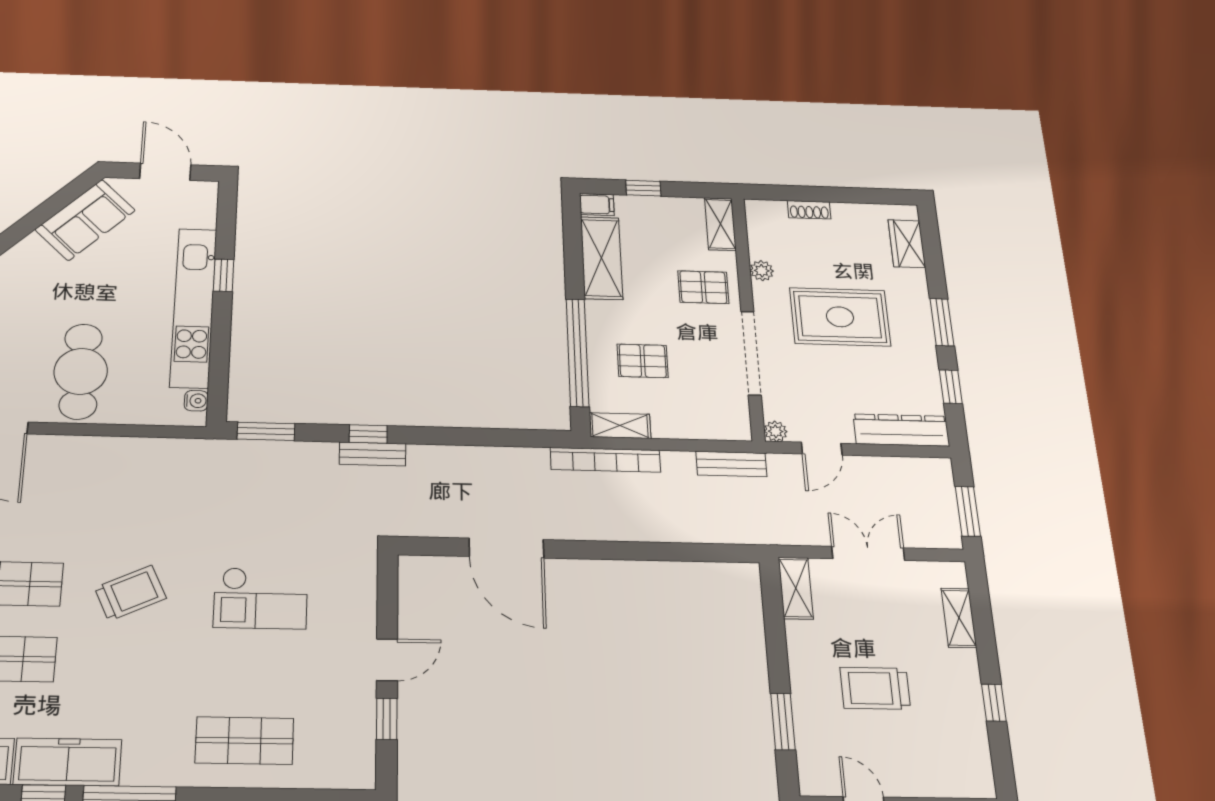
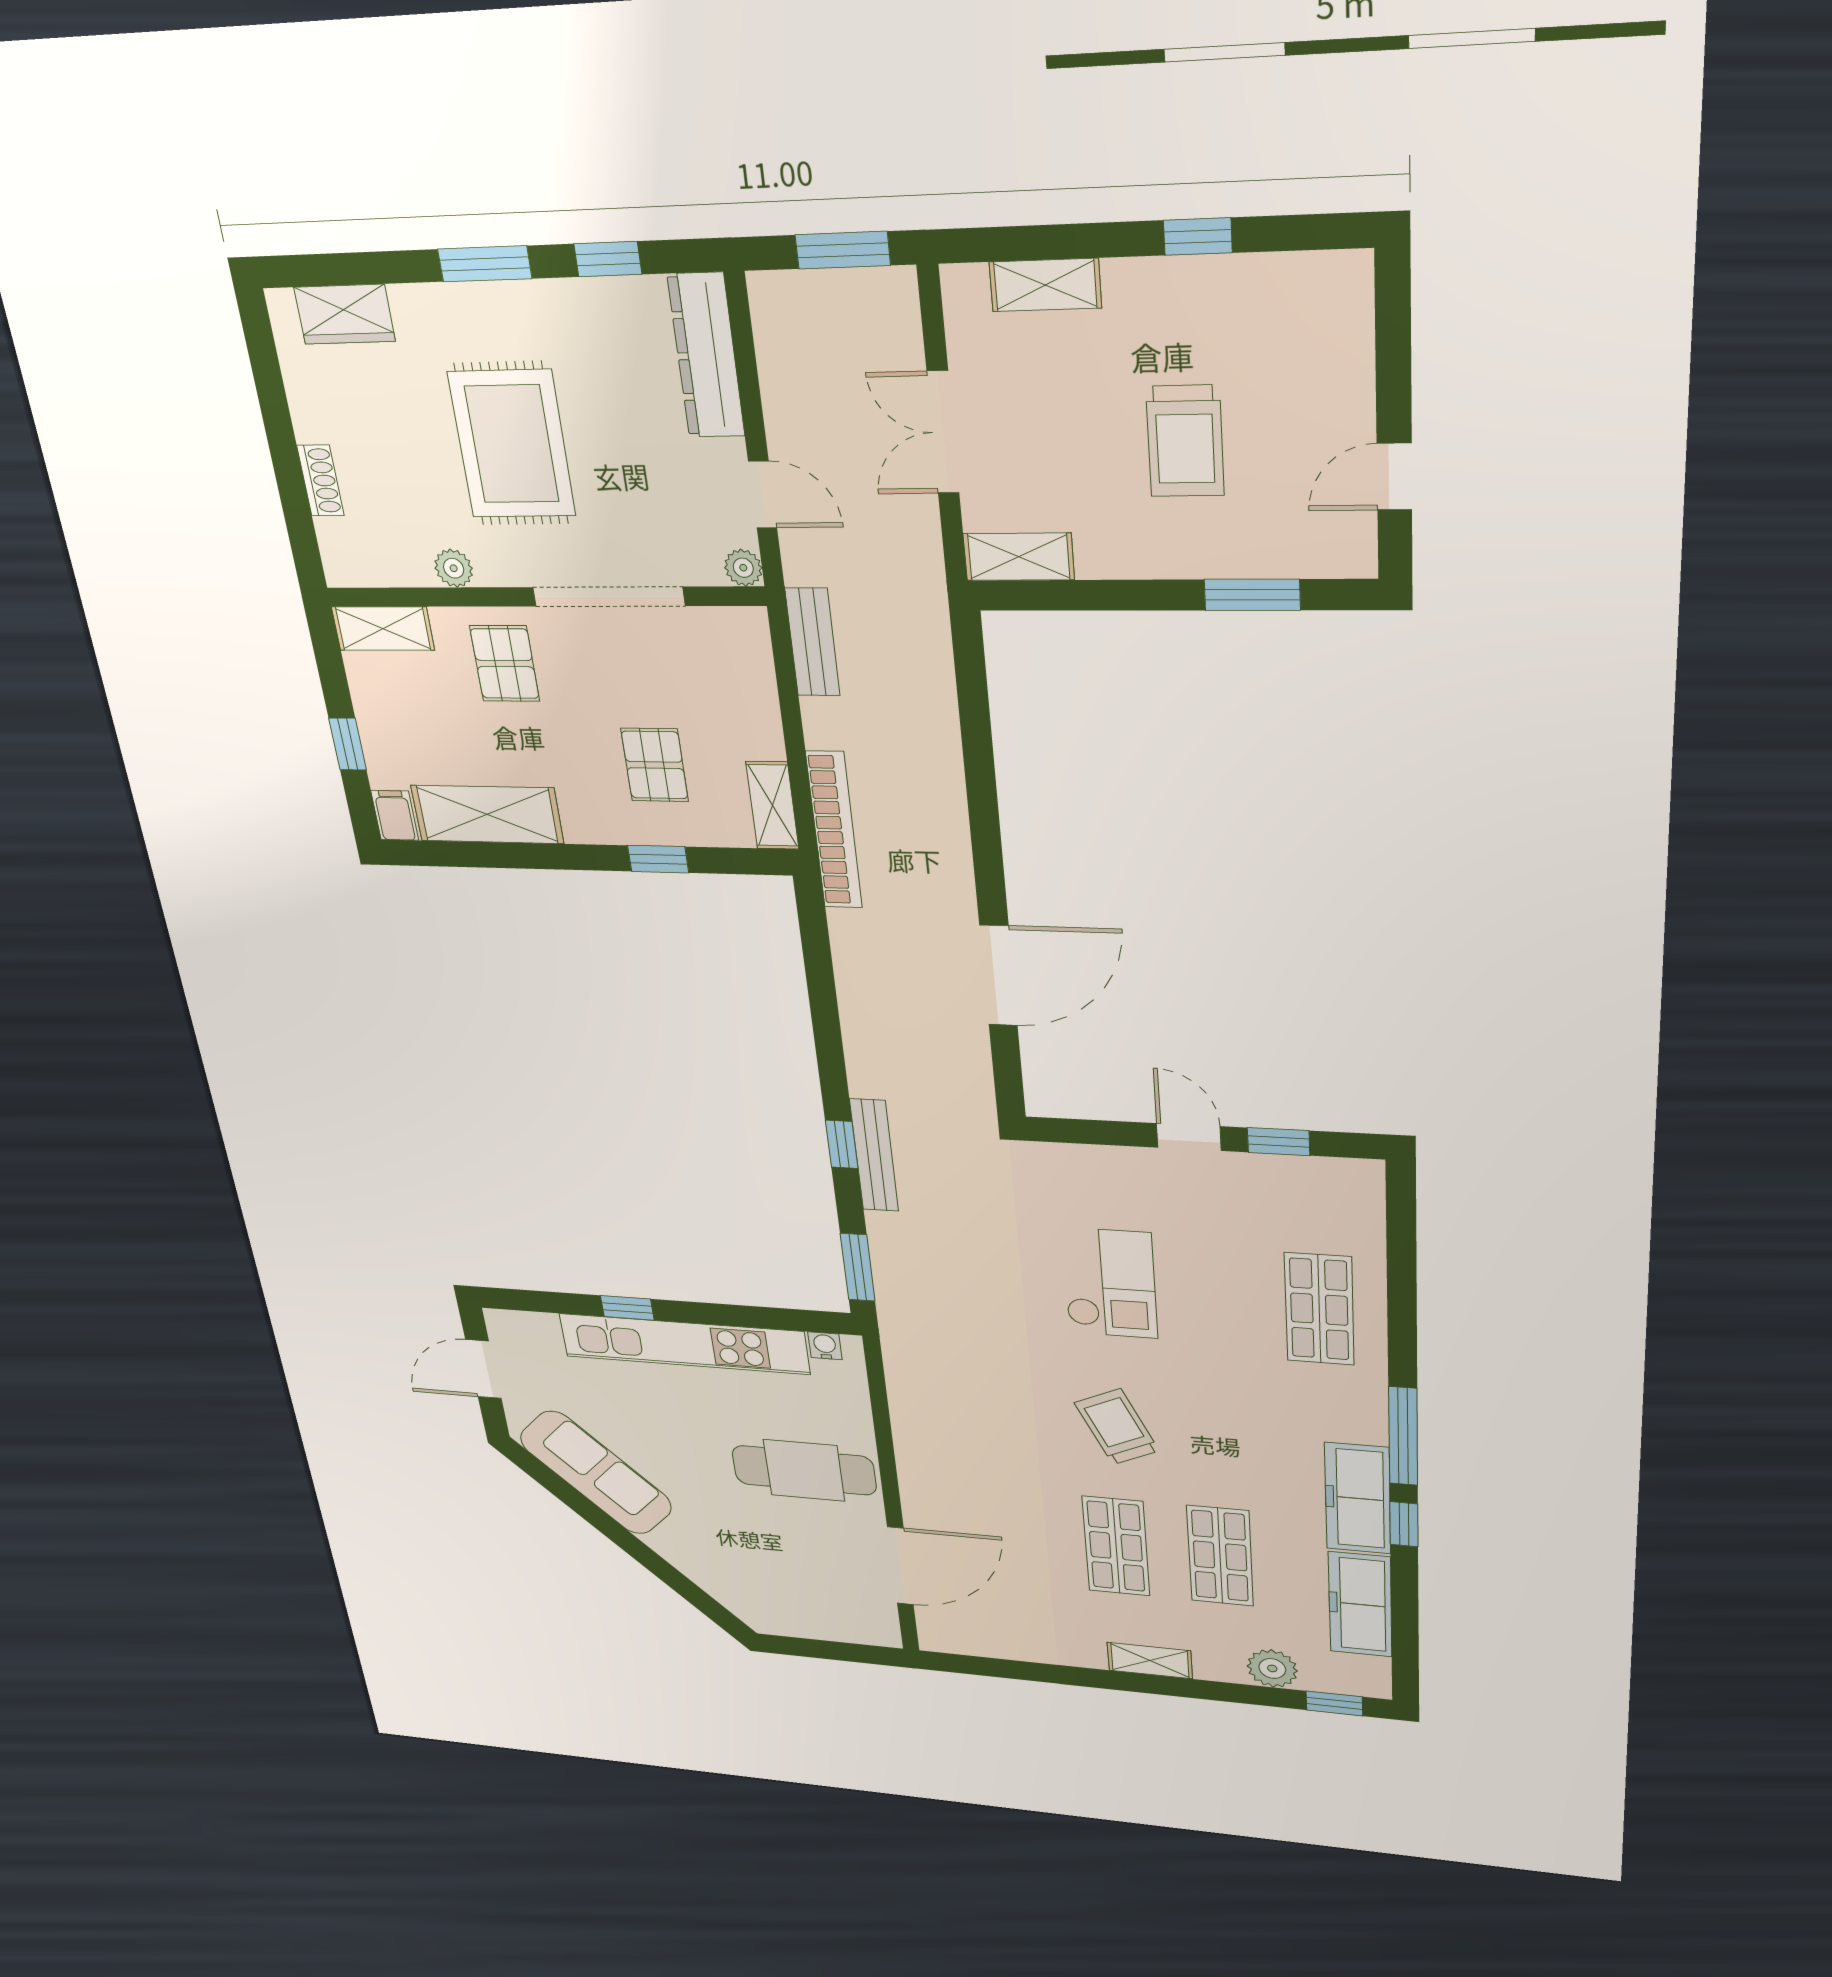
sofa: (85, 220) -> (596, 1473), width x1.36
window: (577, 352) -> (658, 859), width x0.32
bench: (373, 454) -> (874, 1155), width x1.36

